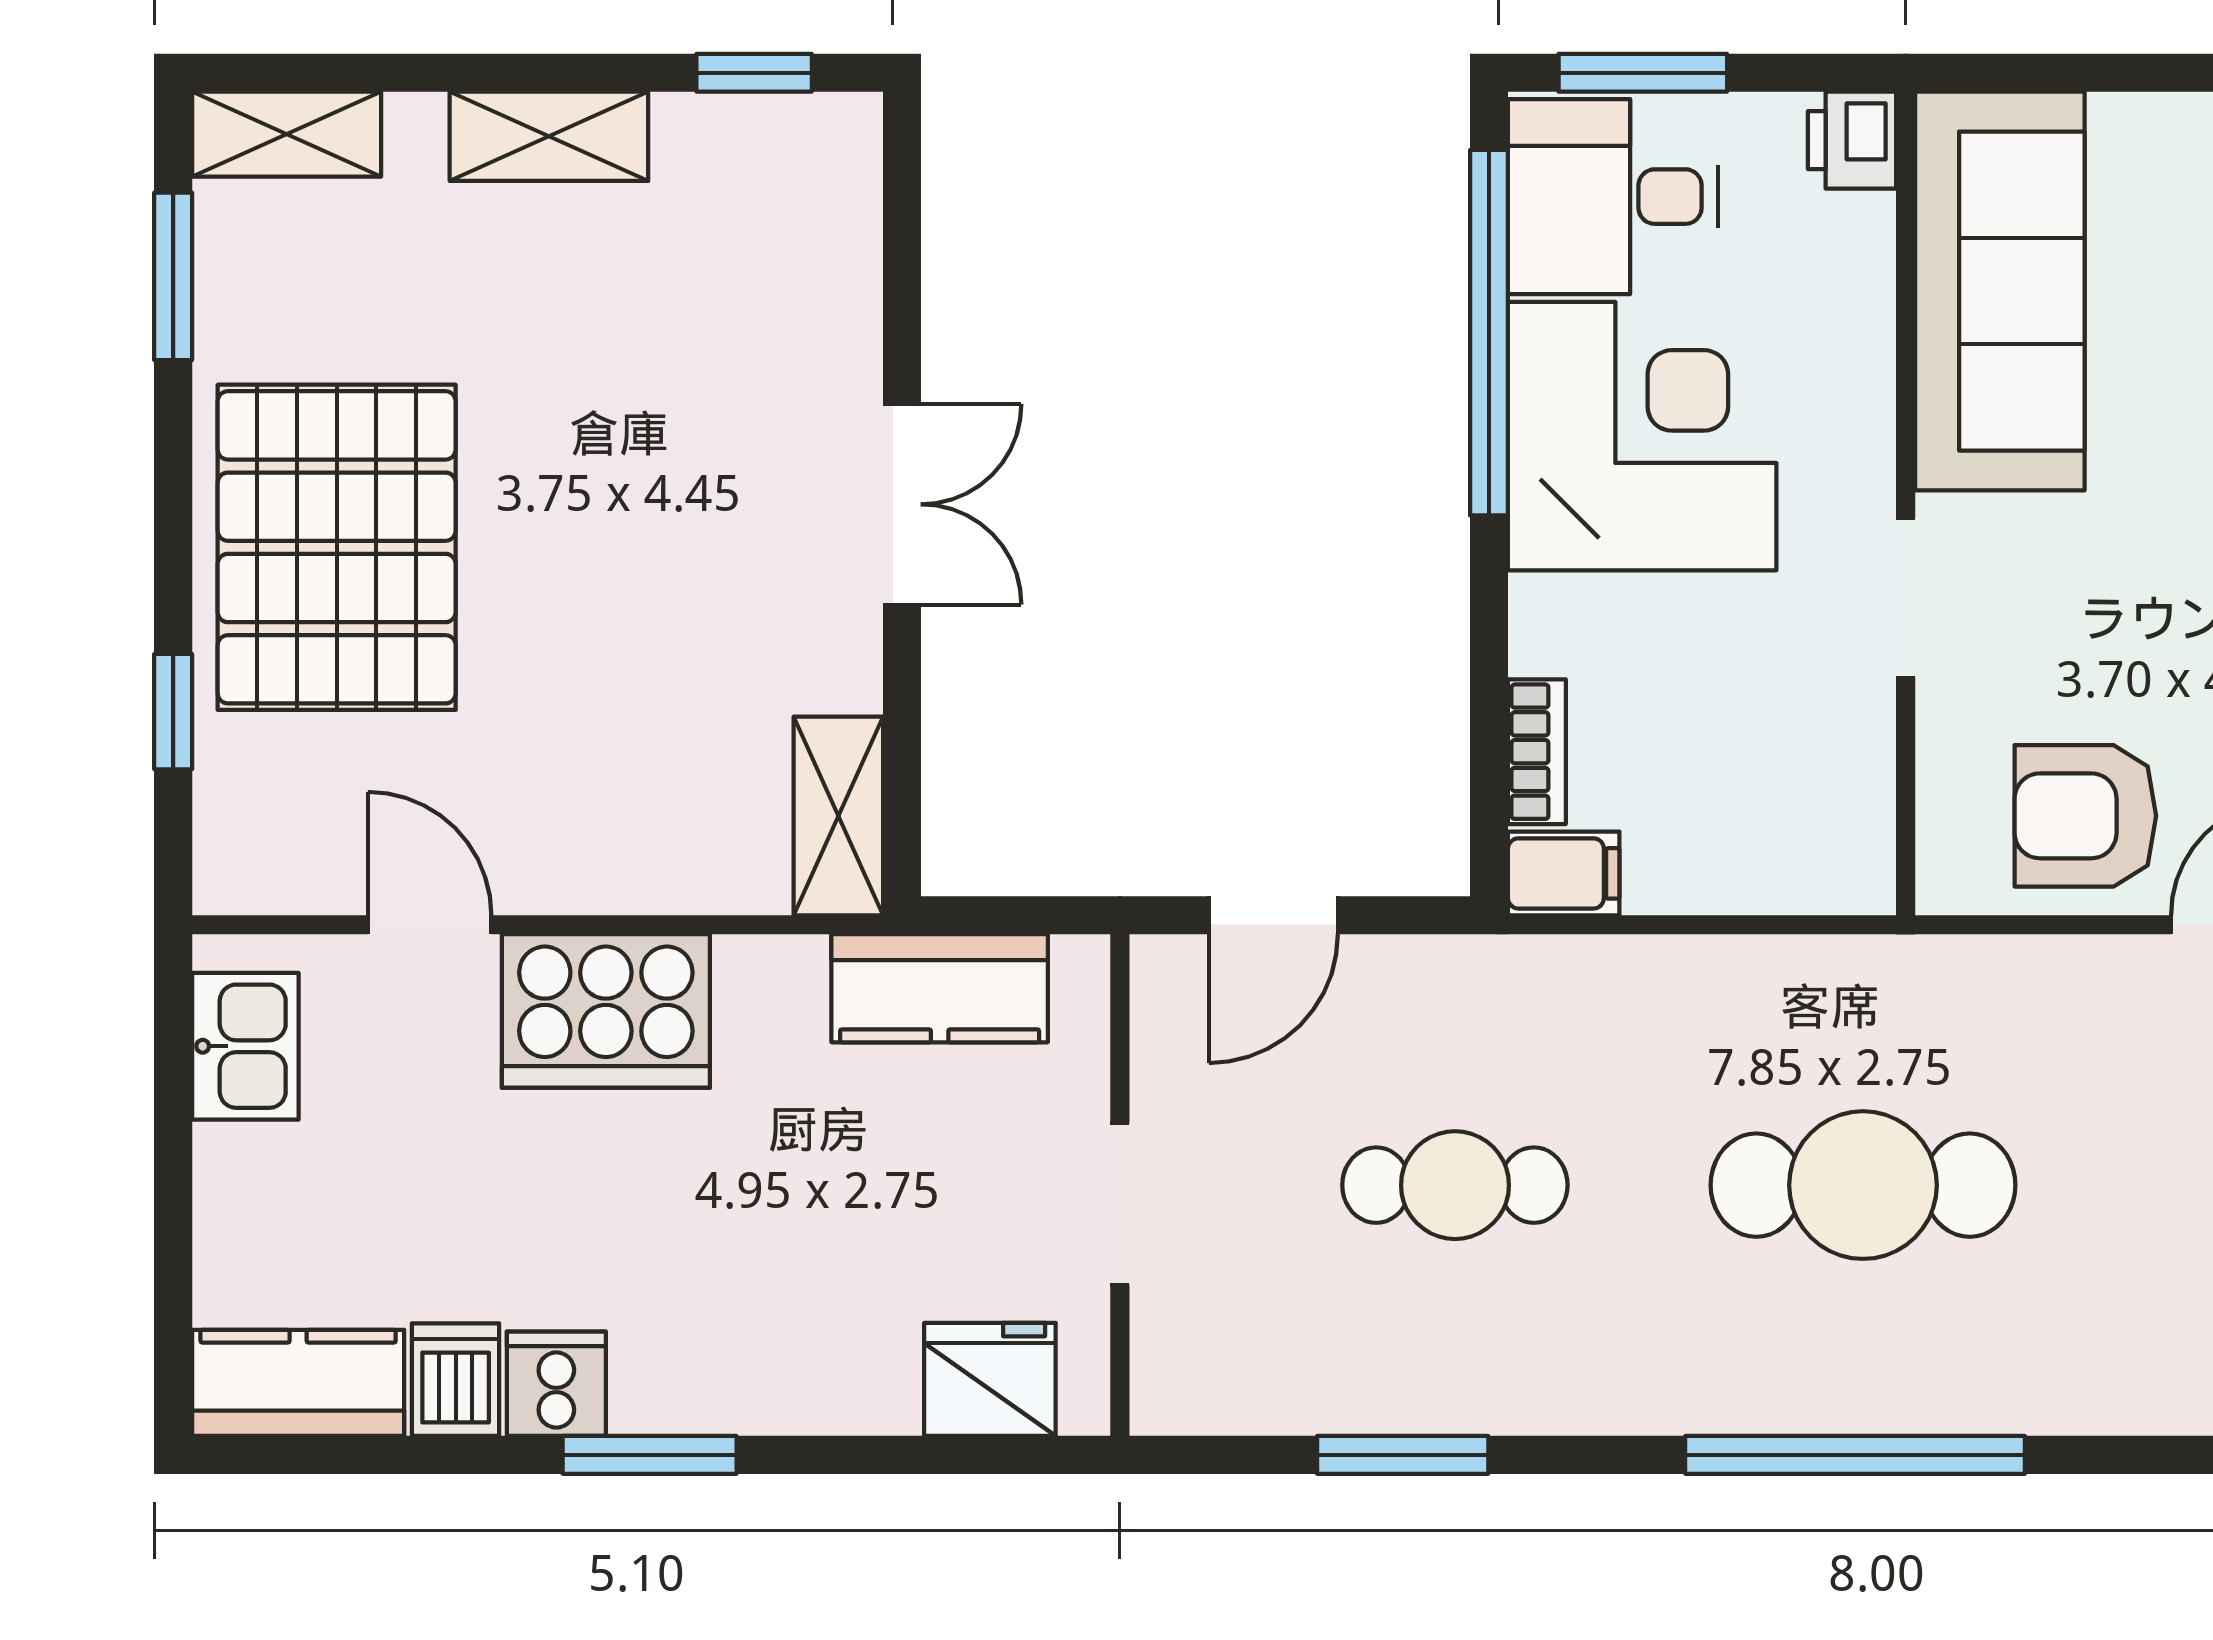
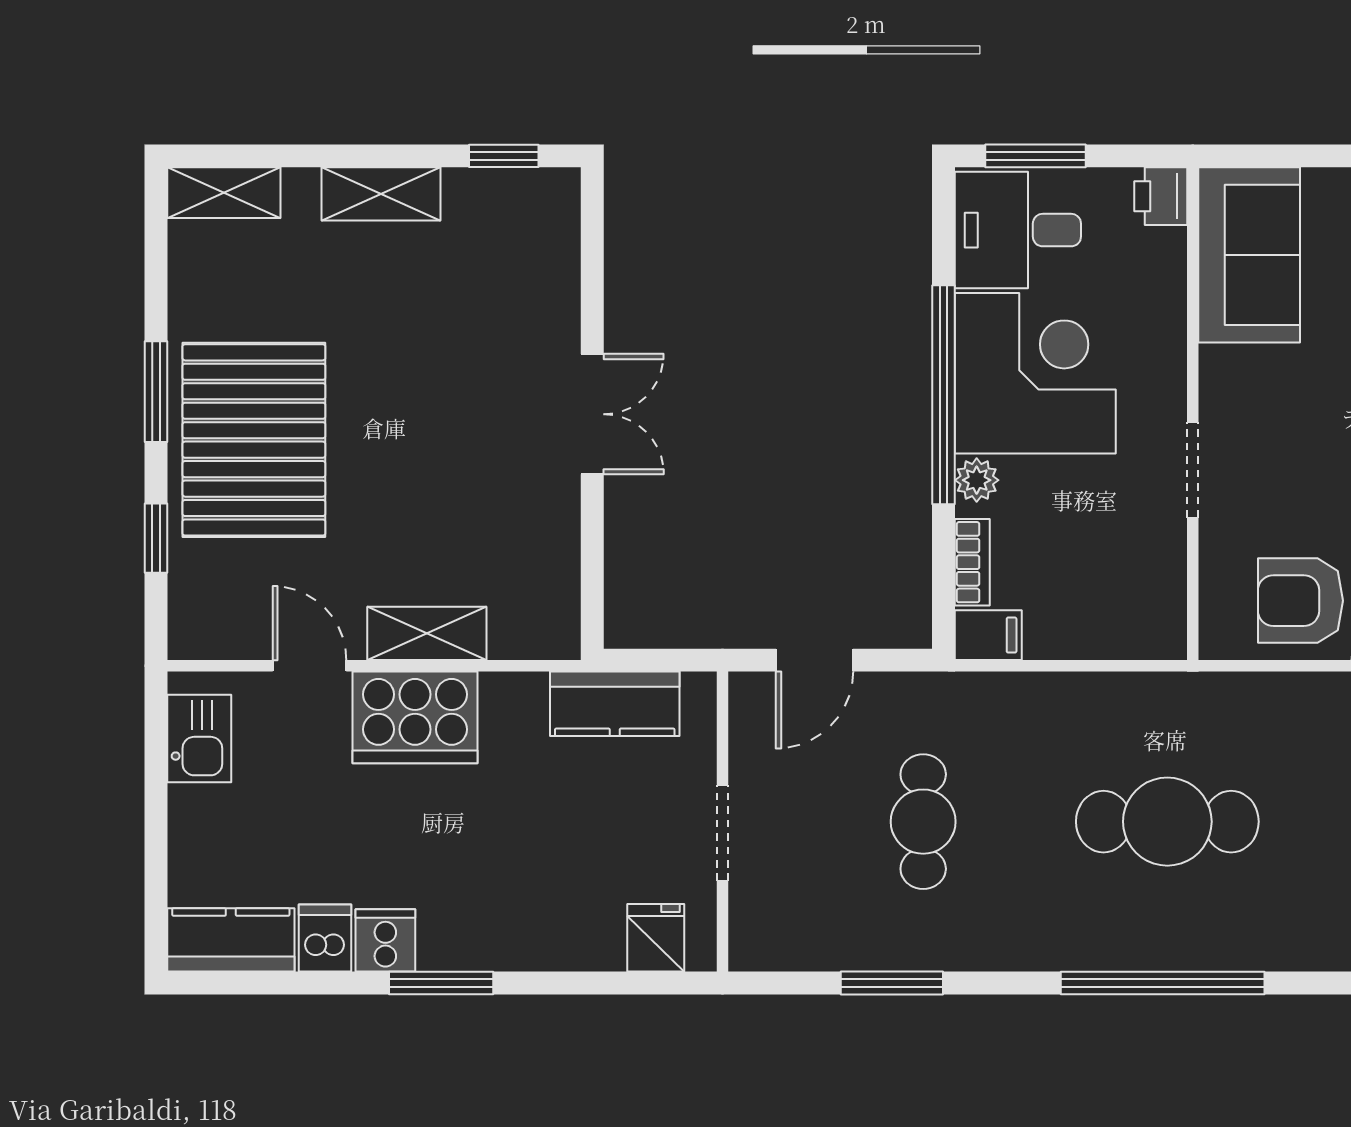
window: (173, 276) -> (156, 392), moved
sofa: (2000, 291) -> (1249, 255), width x0.73
window: (1489, 333) -> (944, 395), moved
plant: (1544, 614) -> (977, 480), added
shelving: (838, 816) -> (427, 633), moved, turned 90
cafe table: (1455, 1185) -> (923, 822), turned 90
fridge: (990, 1379) -> (656, 938), width x0.72

